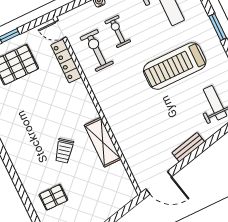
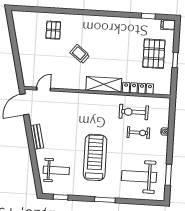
door: (60, 29) -> (44, 89), moved
exercise bike: (97, 50) -> (134, 112), turned 180
shelving: (103, 142) -> (104, 84), moved

